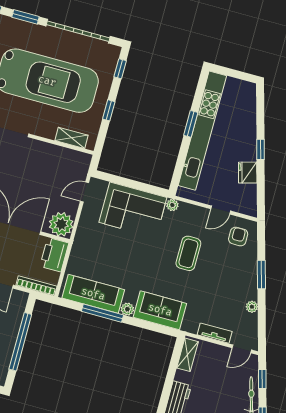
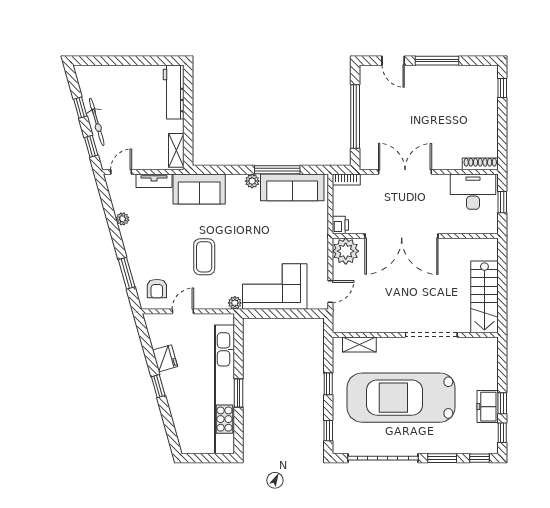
printer: (54, 255) -> (340, 225), width x0.53, depth x0.68
window: (261, 275) -> (127, 273), moved
bookcase: (36, 286) -> (346, 180), width x0.64
sofa: (160, 310) -> (199, 189), moved

